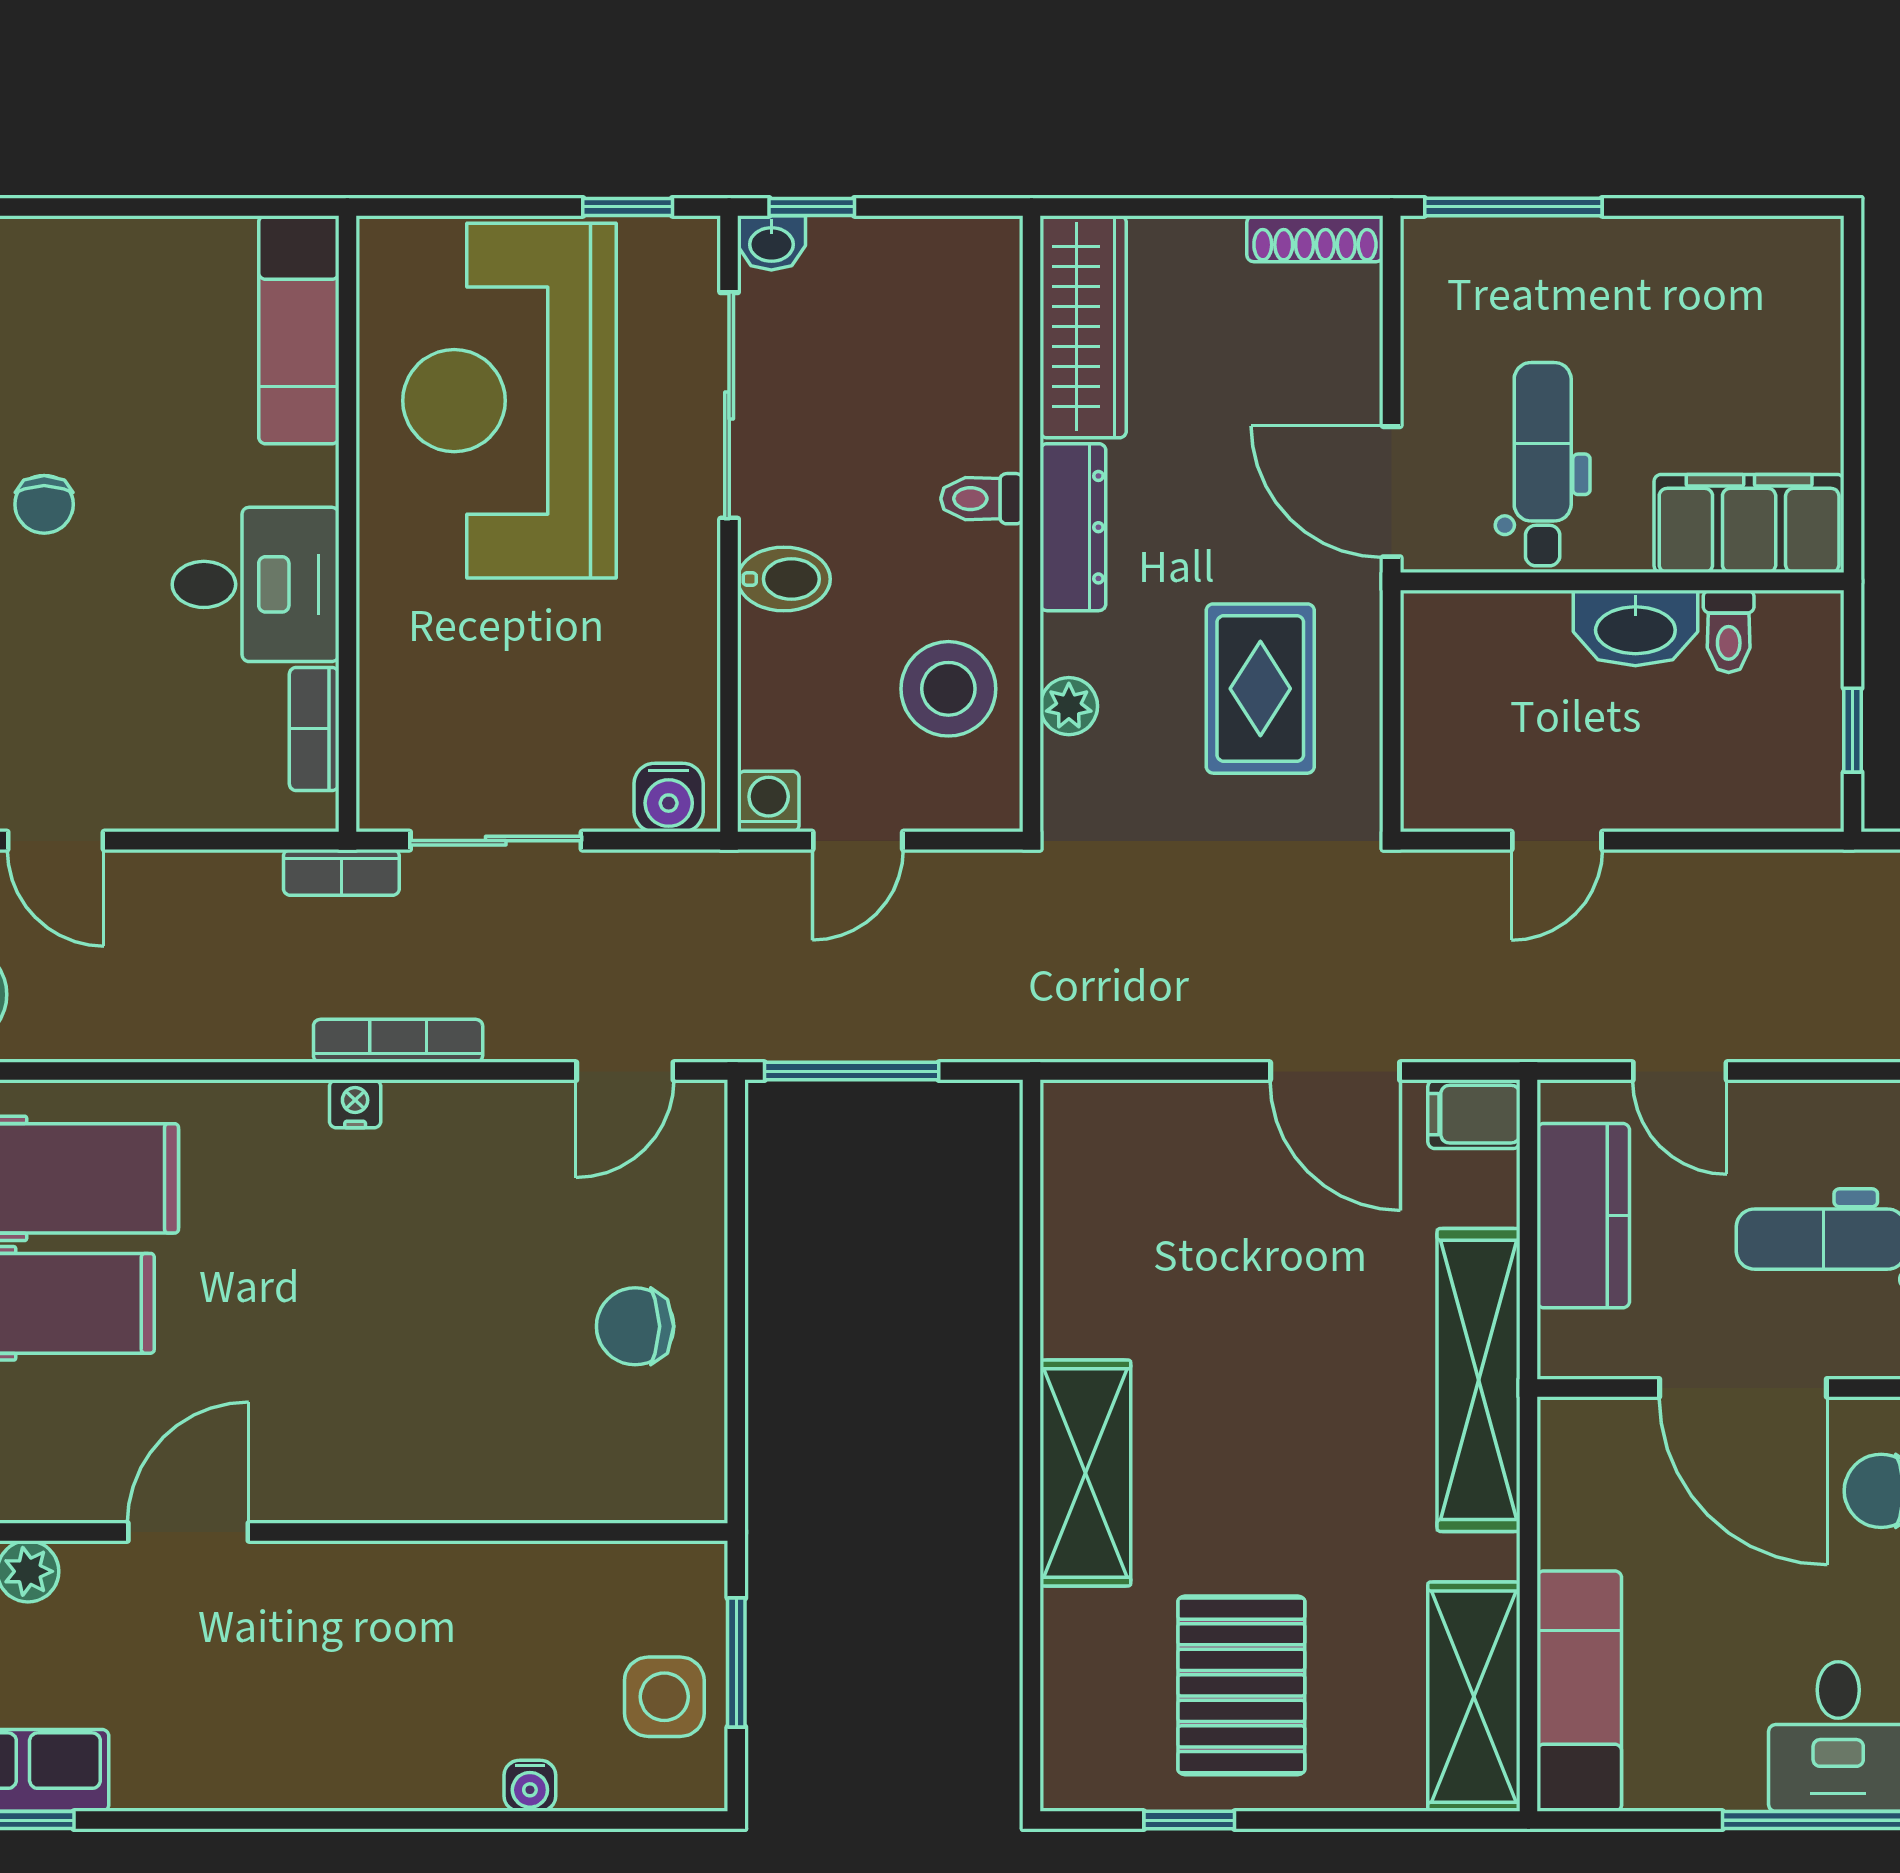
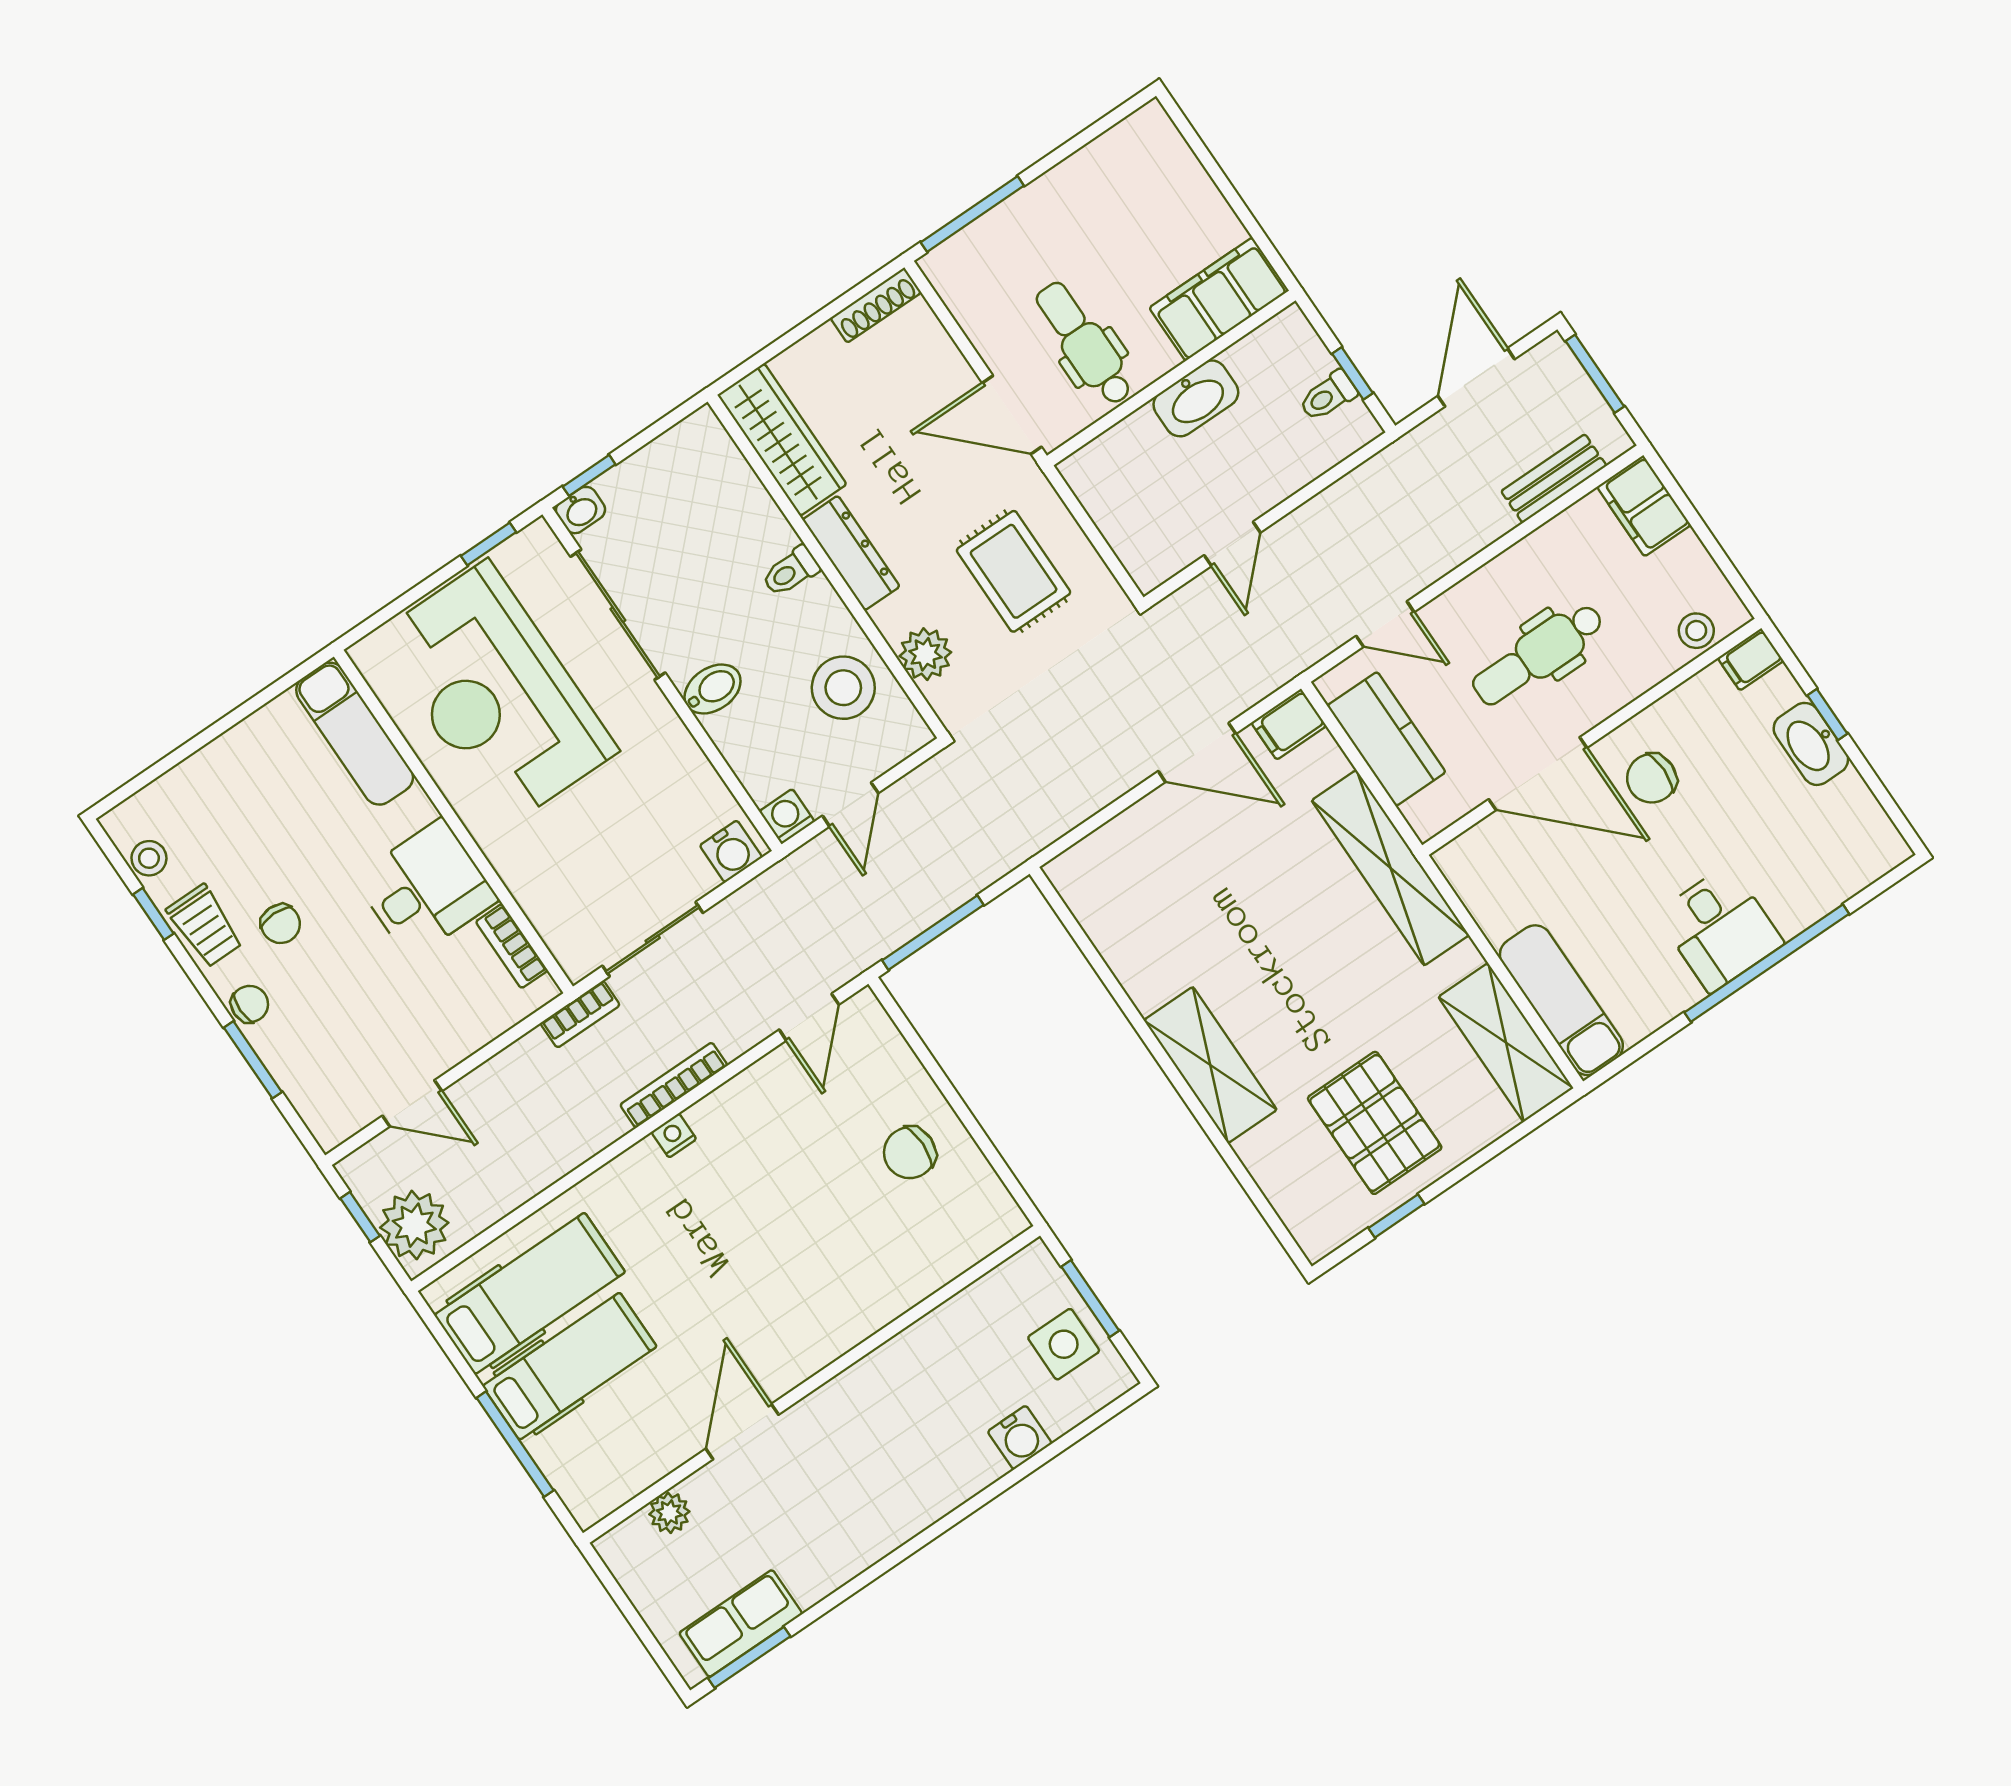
toilet: (1729, 631) -> (1328, 396), moved, turned 90
plant: (1069, 706) -> (925, 654), width x1.38, depth x1.38
water cooler: (530, 1786) -> (1020, 1437), width x1.38, depth x1.38

